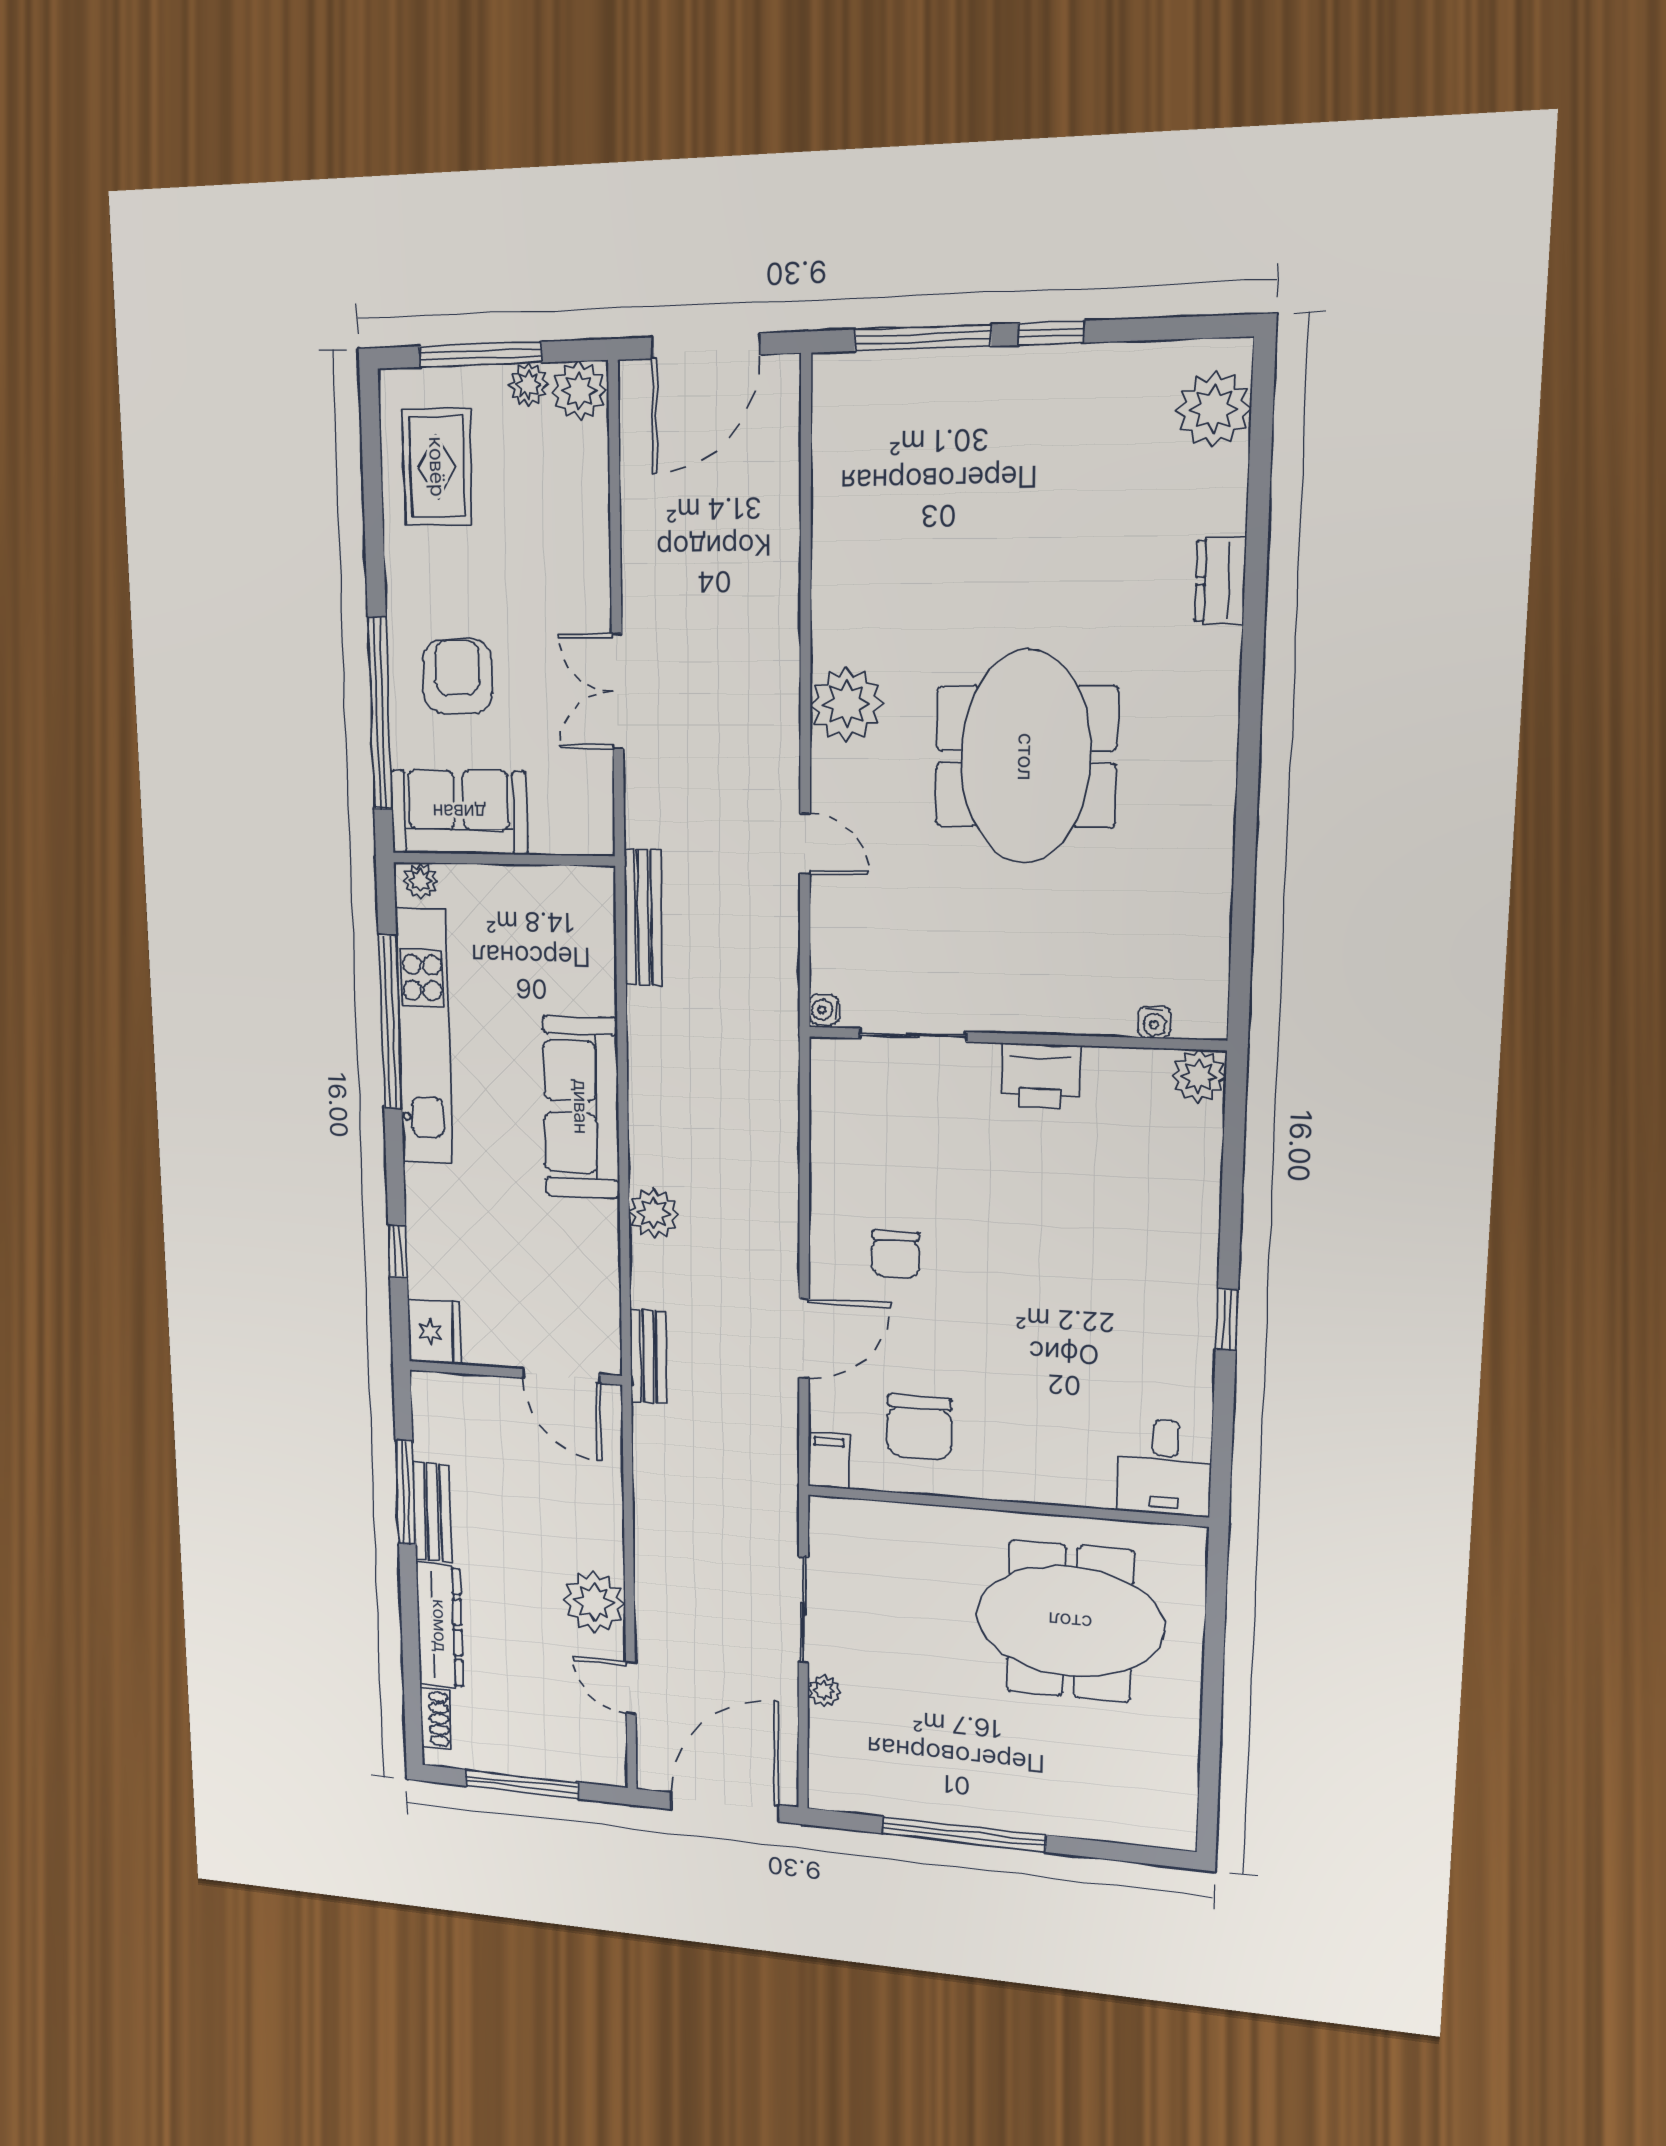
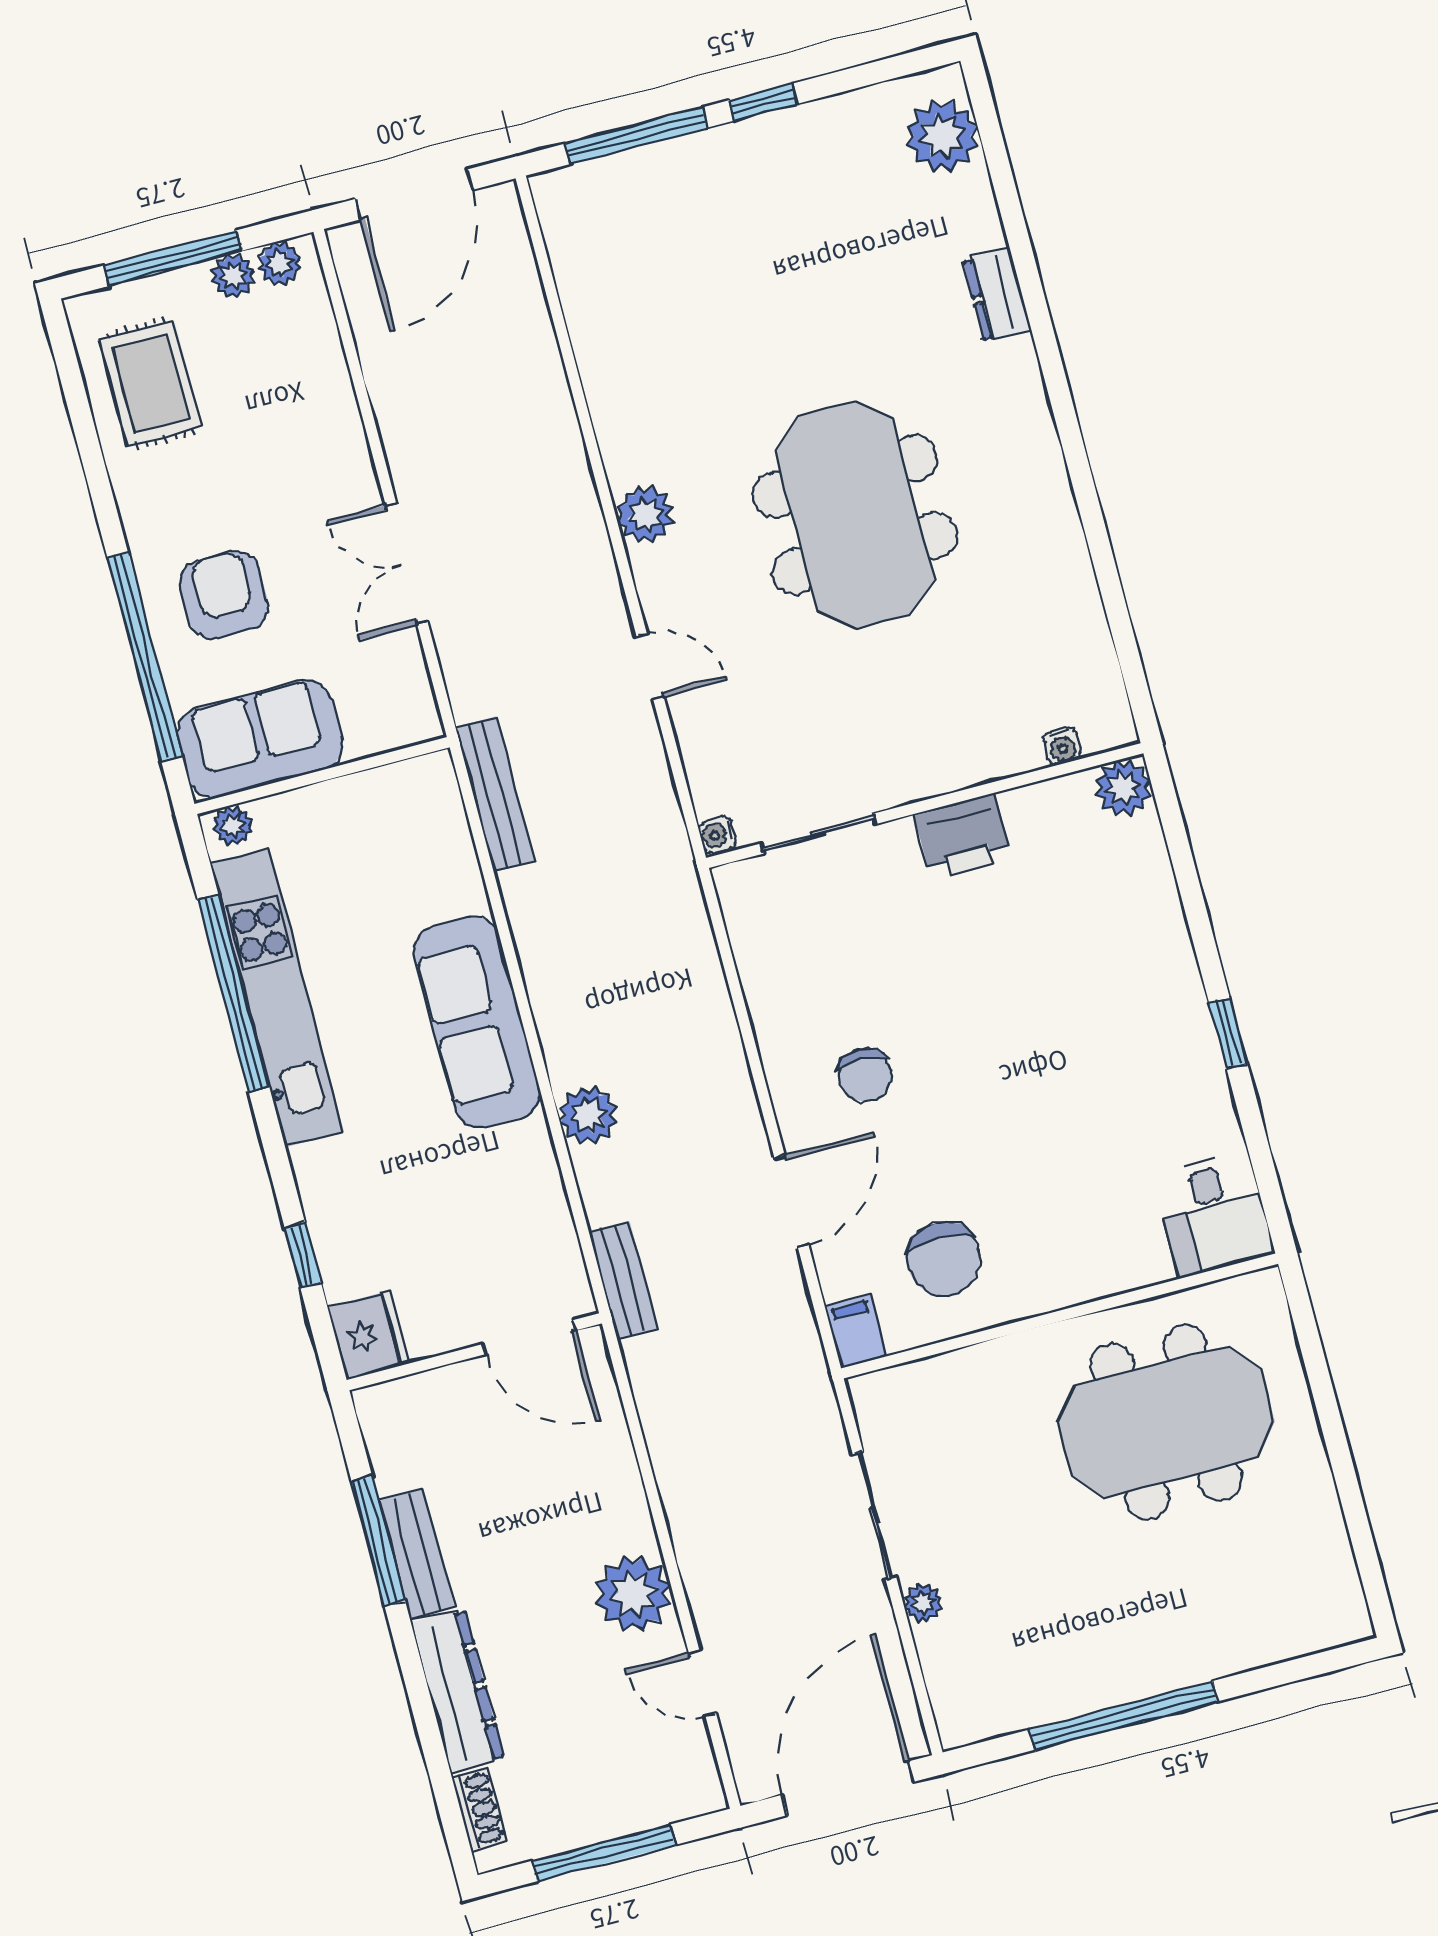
plant: (579, 391) -> (280, 263), width x0.73, depth x0.73
plant: (846, 704) -> (645, 515), width x0.73, depth x0.73

